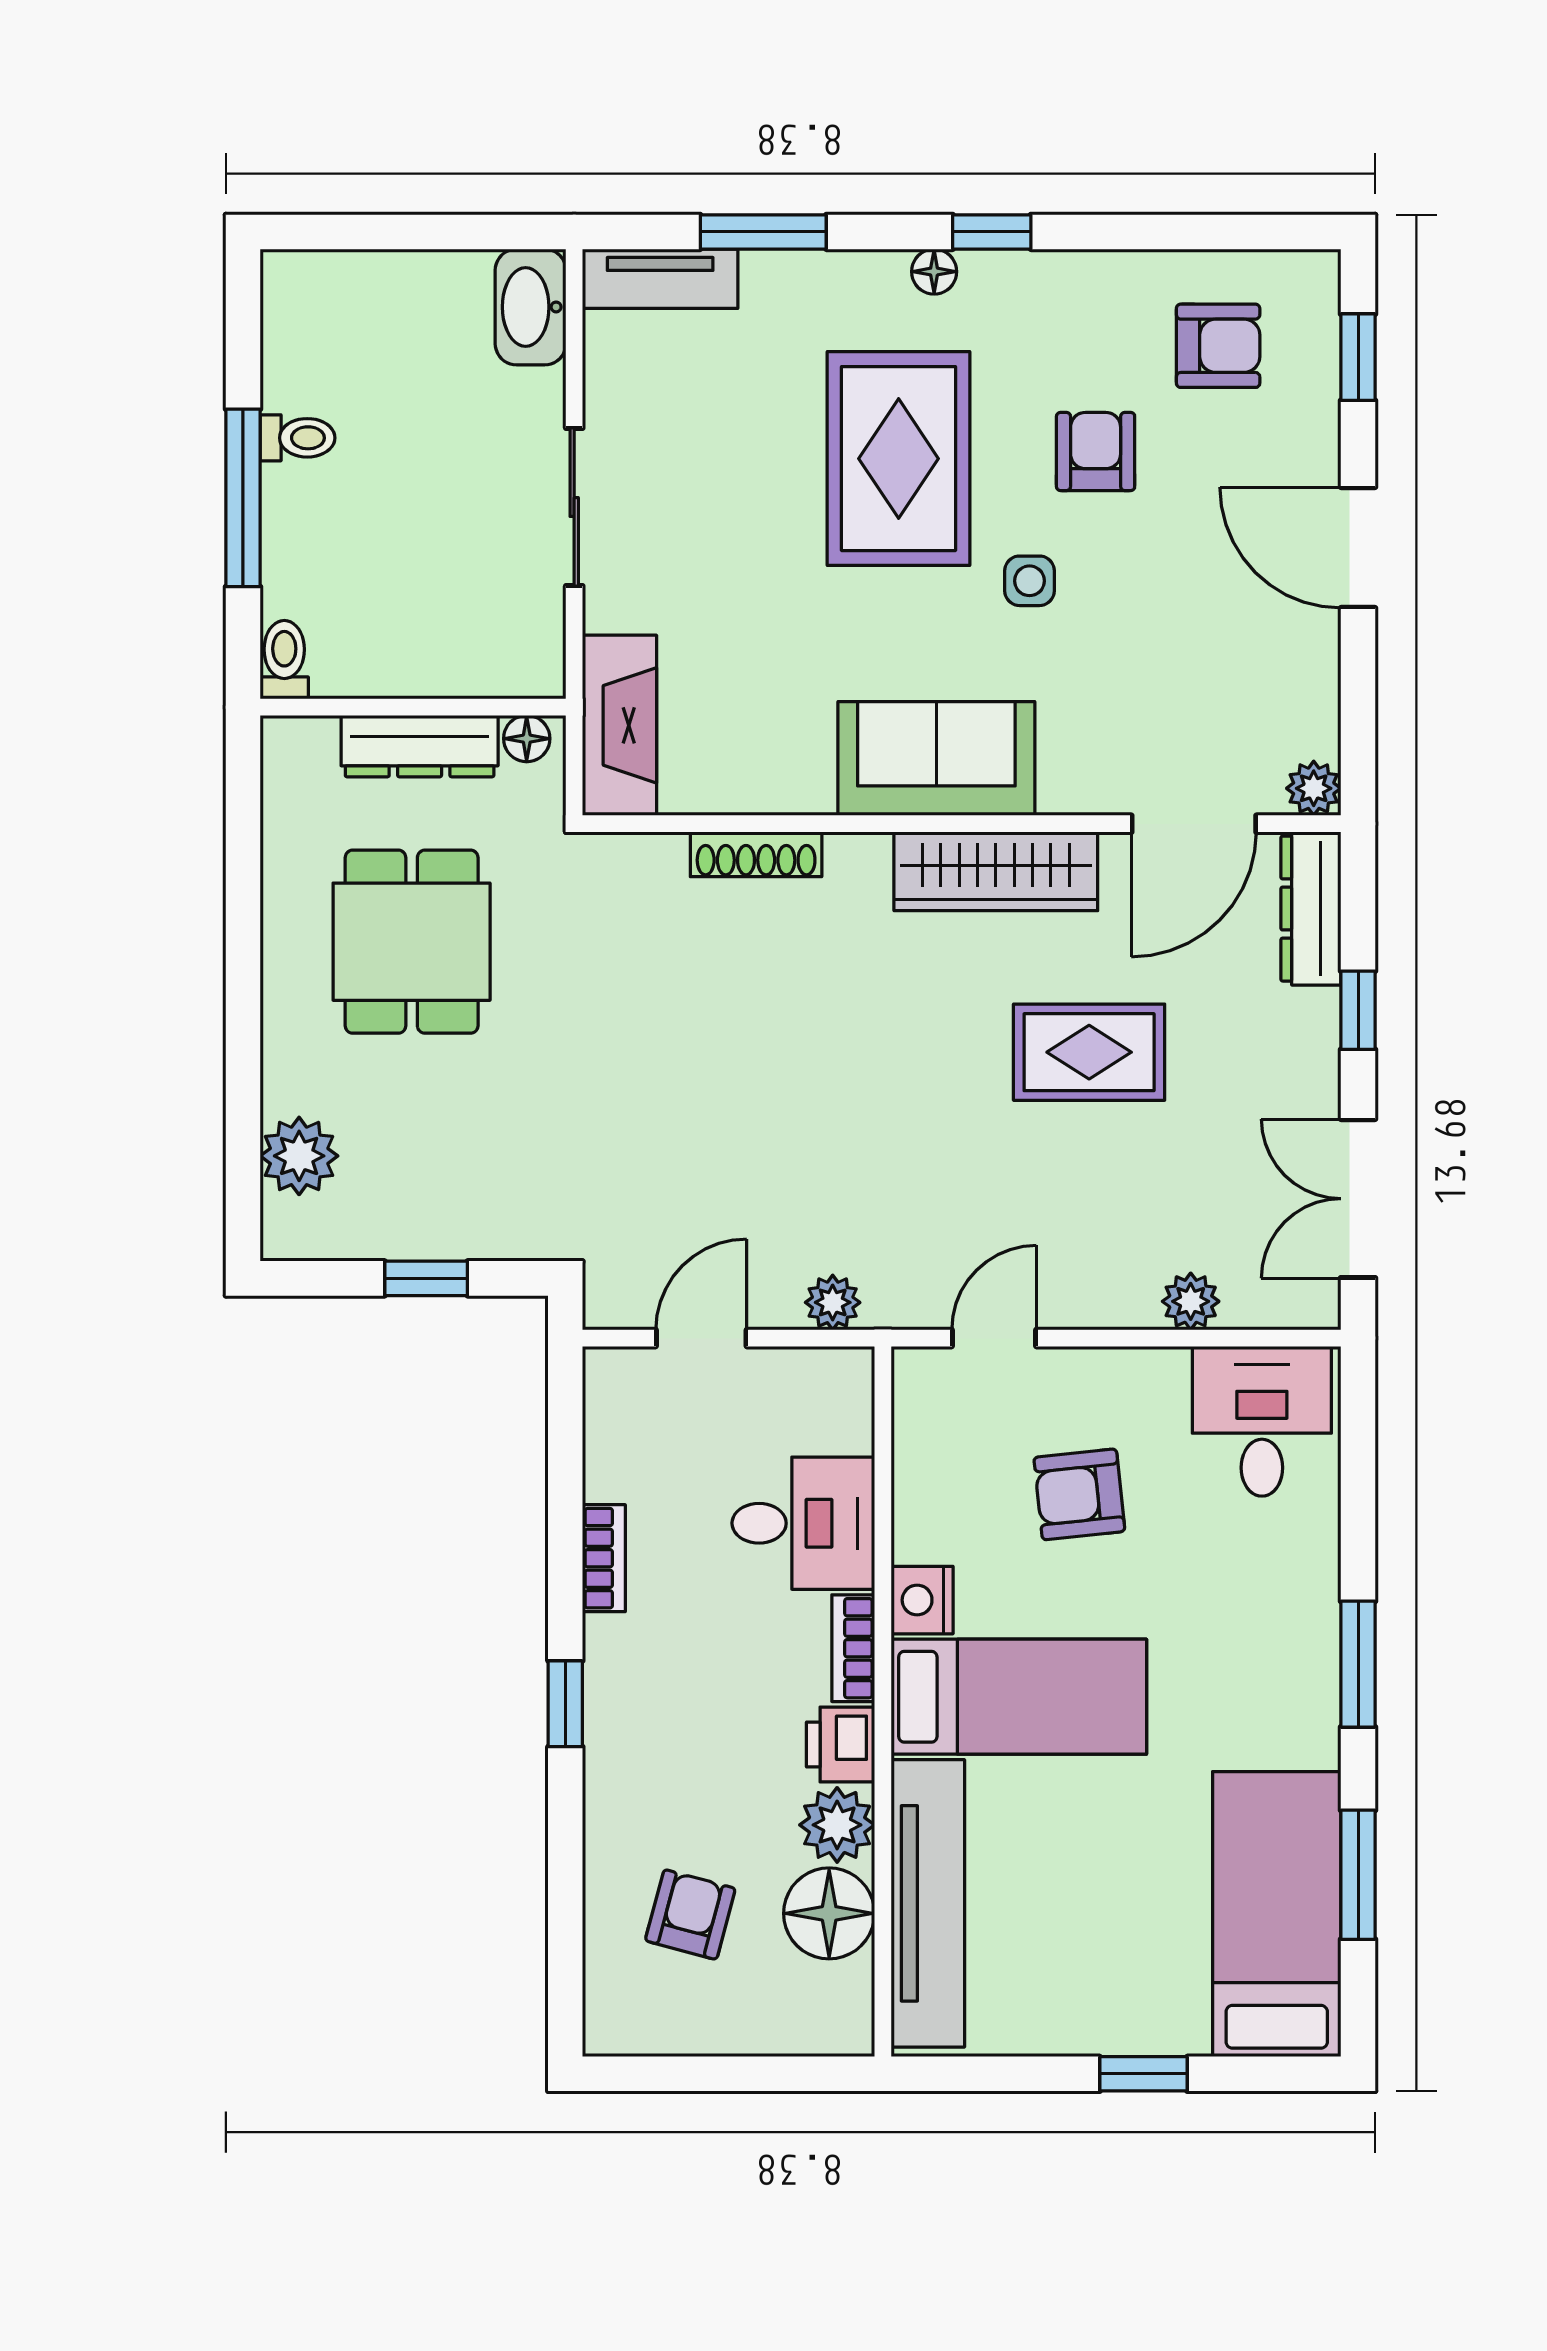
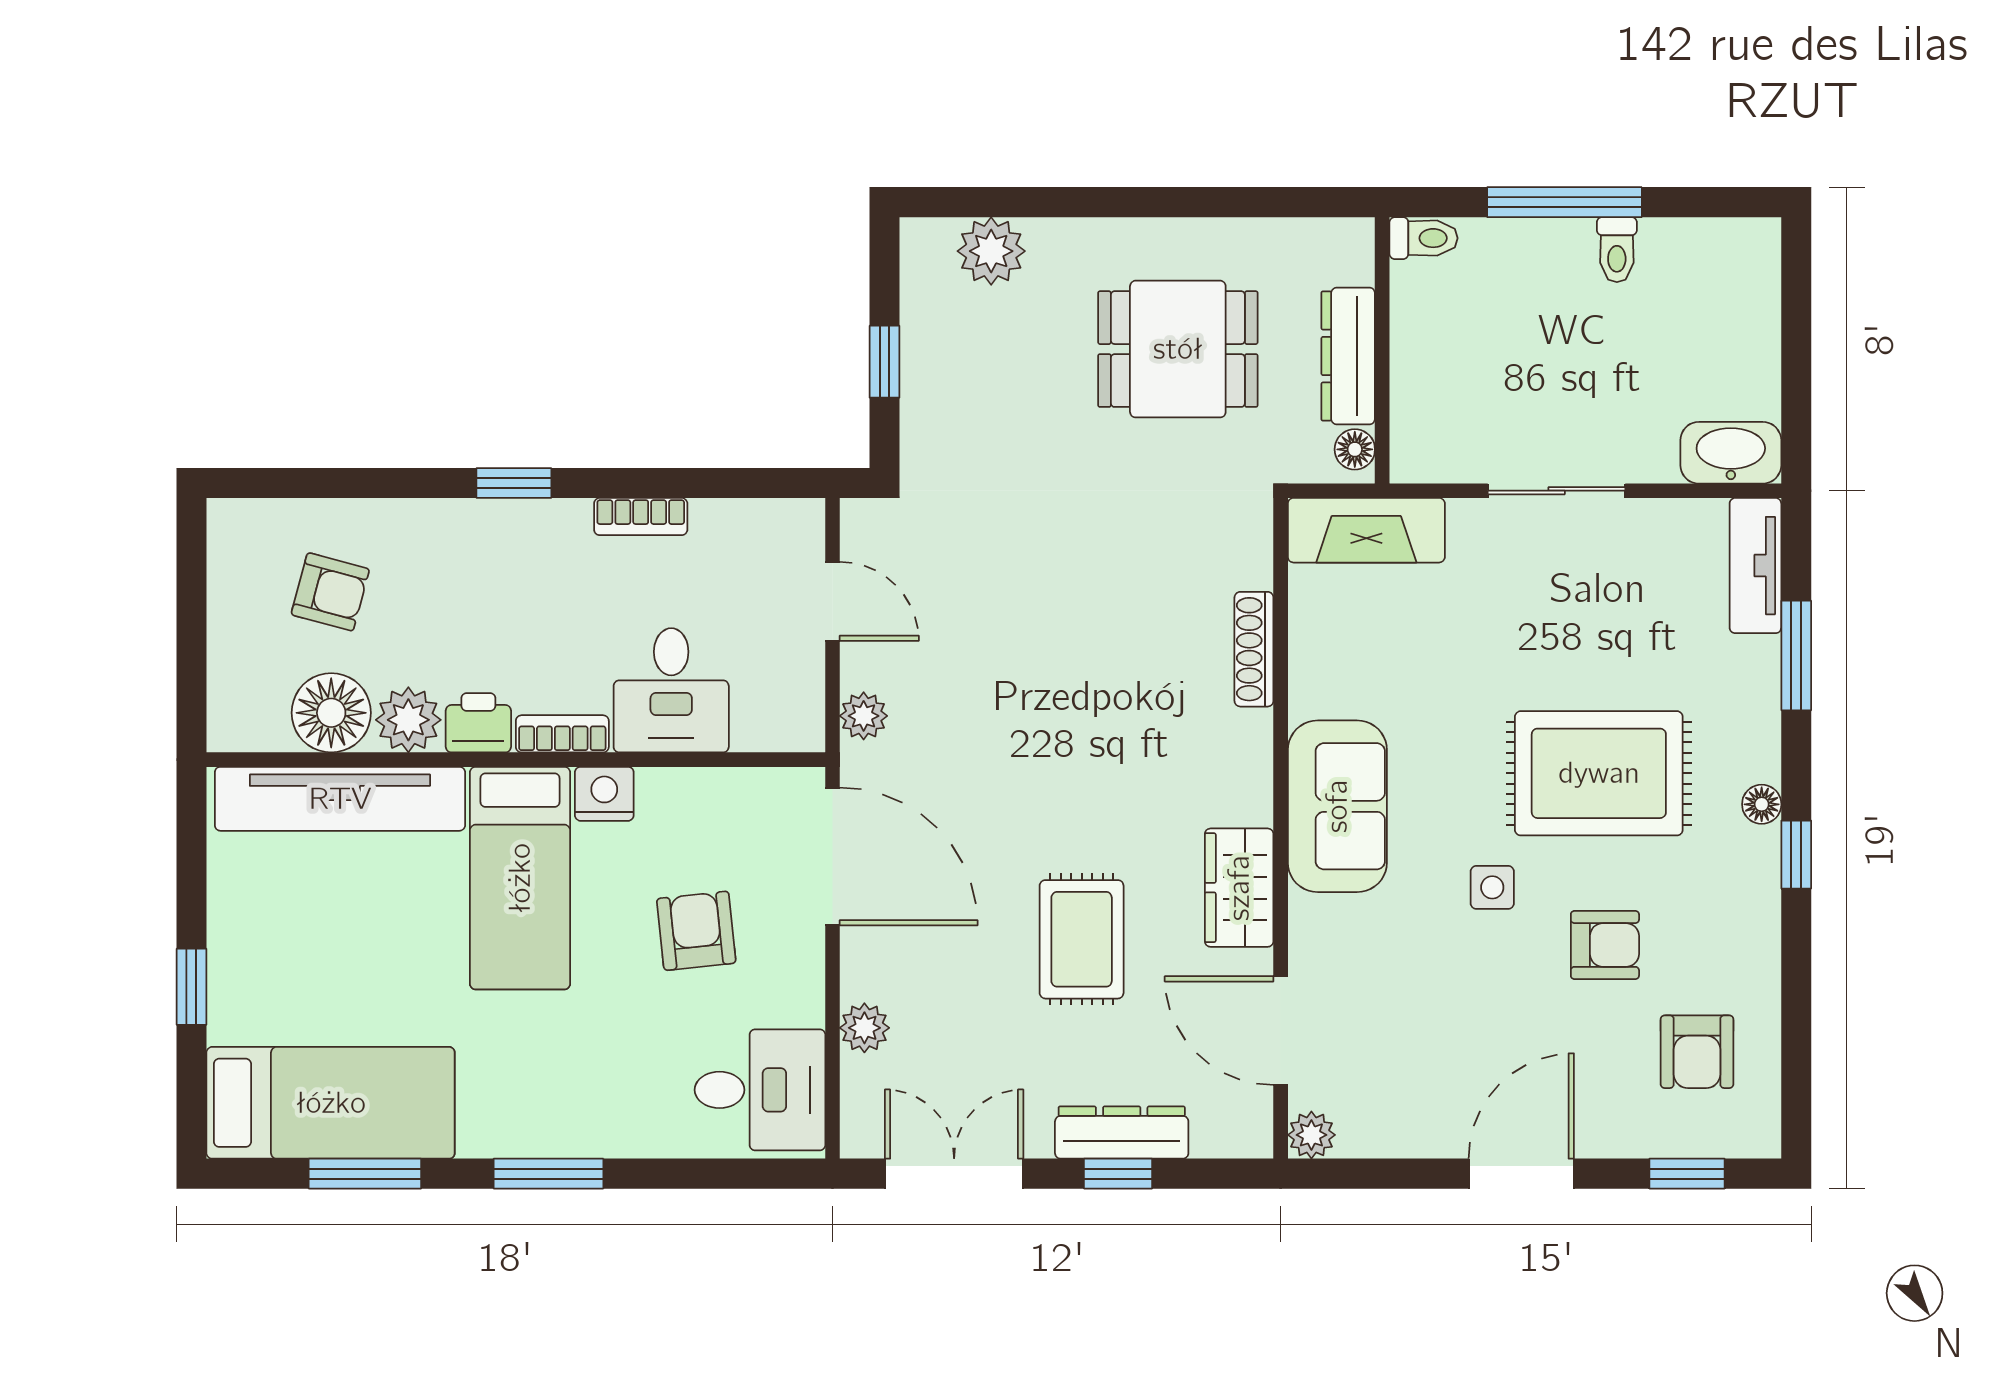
wardrobe: (996, 871) -> (1239, 888), width x0.67
dresser: (1311, 909) -> (1122, 1133), moved
door: (994, 1338) -> (833, 856), width x1.88

